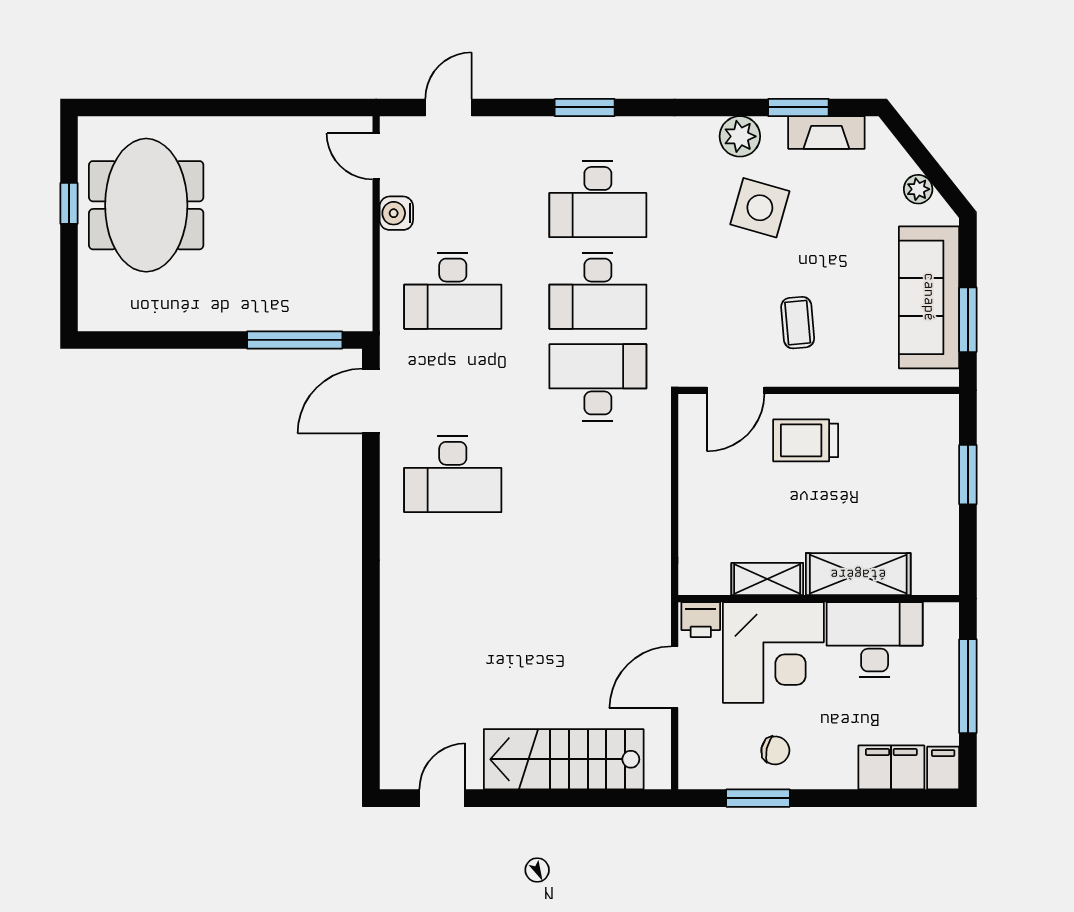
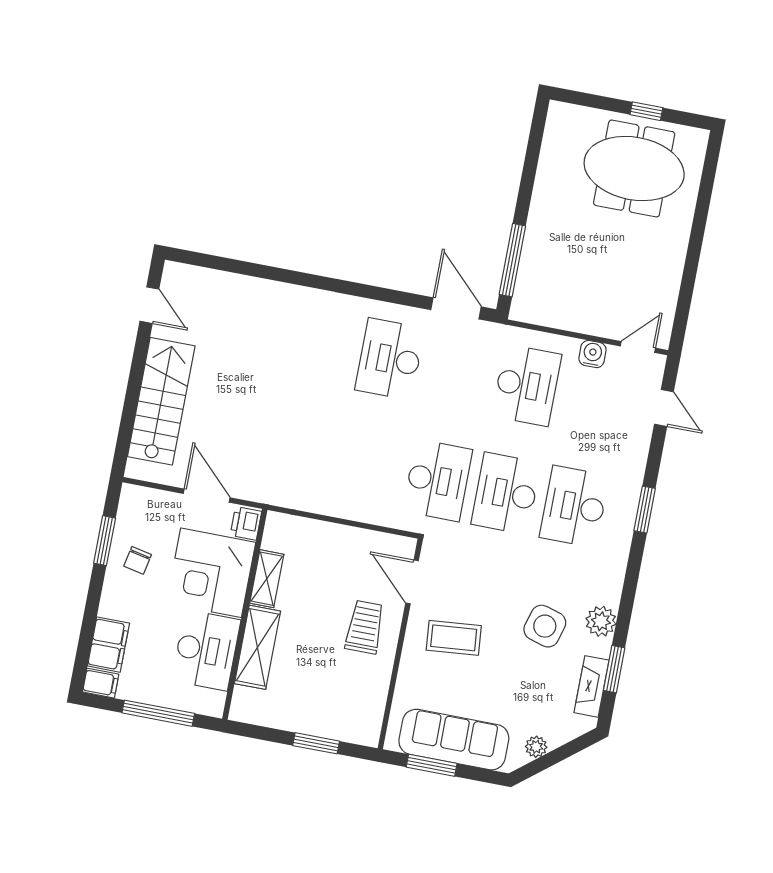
desk: (453, 291) -> (527, 385), turned 180
coffee table: (798, 323) -> (454, 638), width x1.36, depth x1.30

